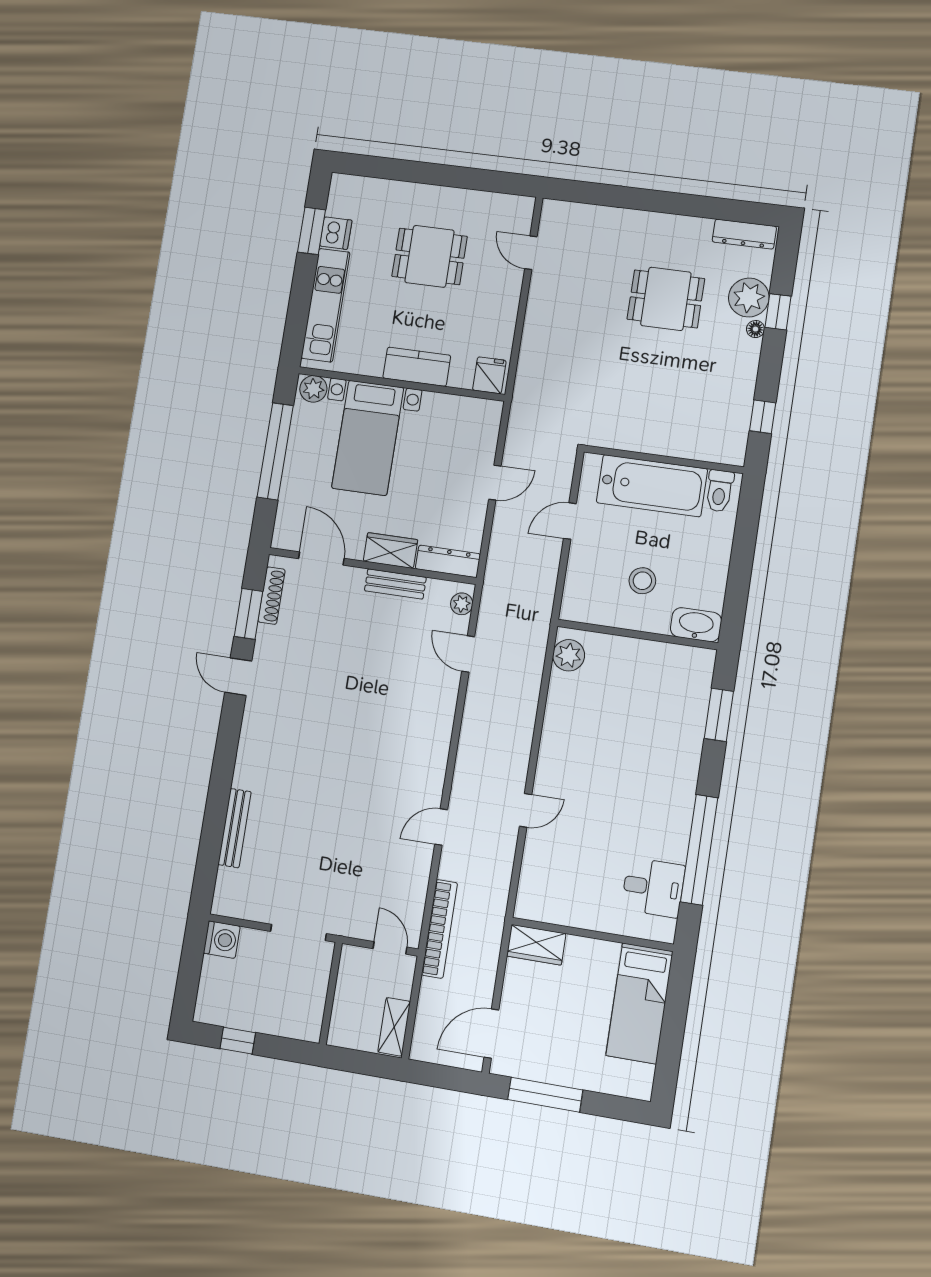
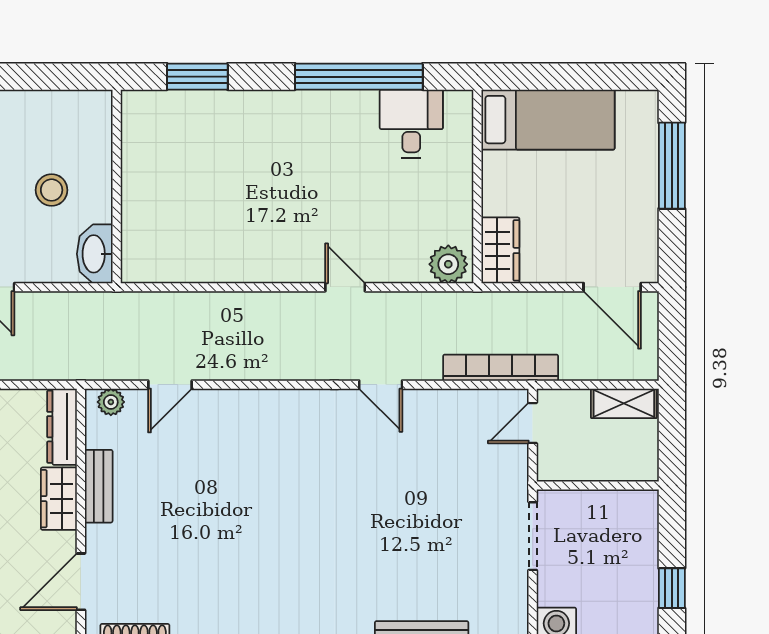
washbasin: (696, 625) -> (95, 254), moved
plant: (569, 655) -> (448, 264), moved
window: (545, 1095) -> (672, 166), moved

